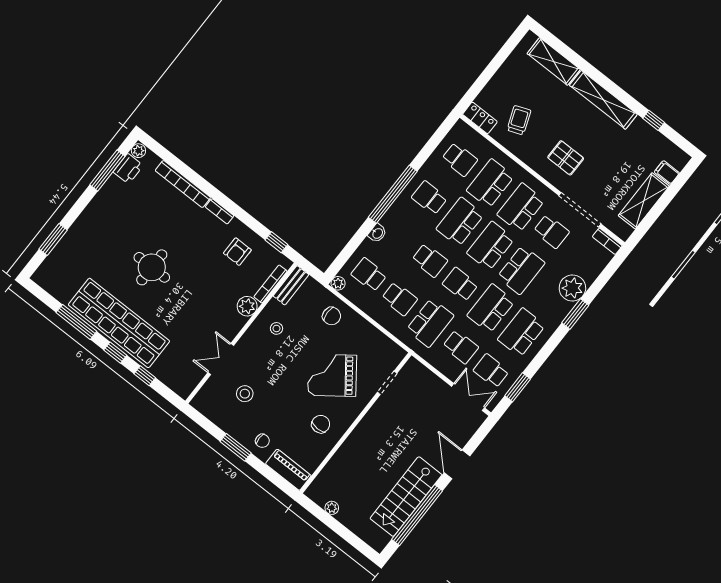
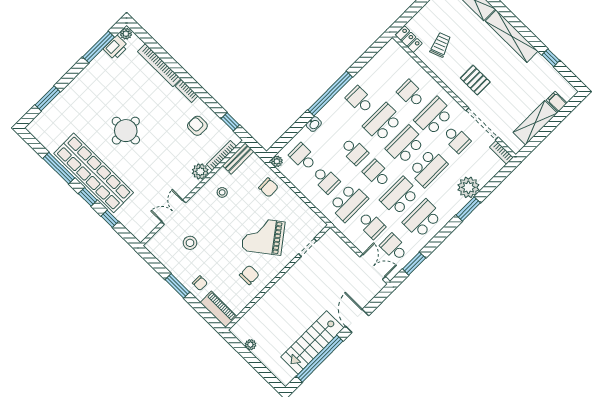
school desk: (460, 159) -> (388, 71), removed
school desk: (490, 183) -> (411, 94), width x0.54
armchair: (237, 252) -> (197, 126), turned 90

